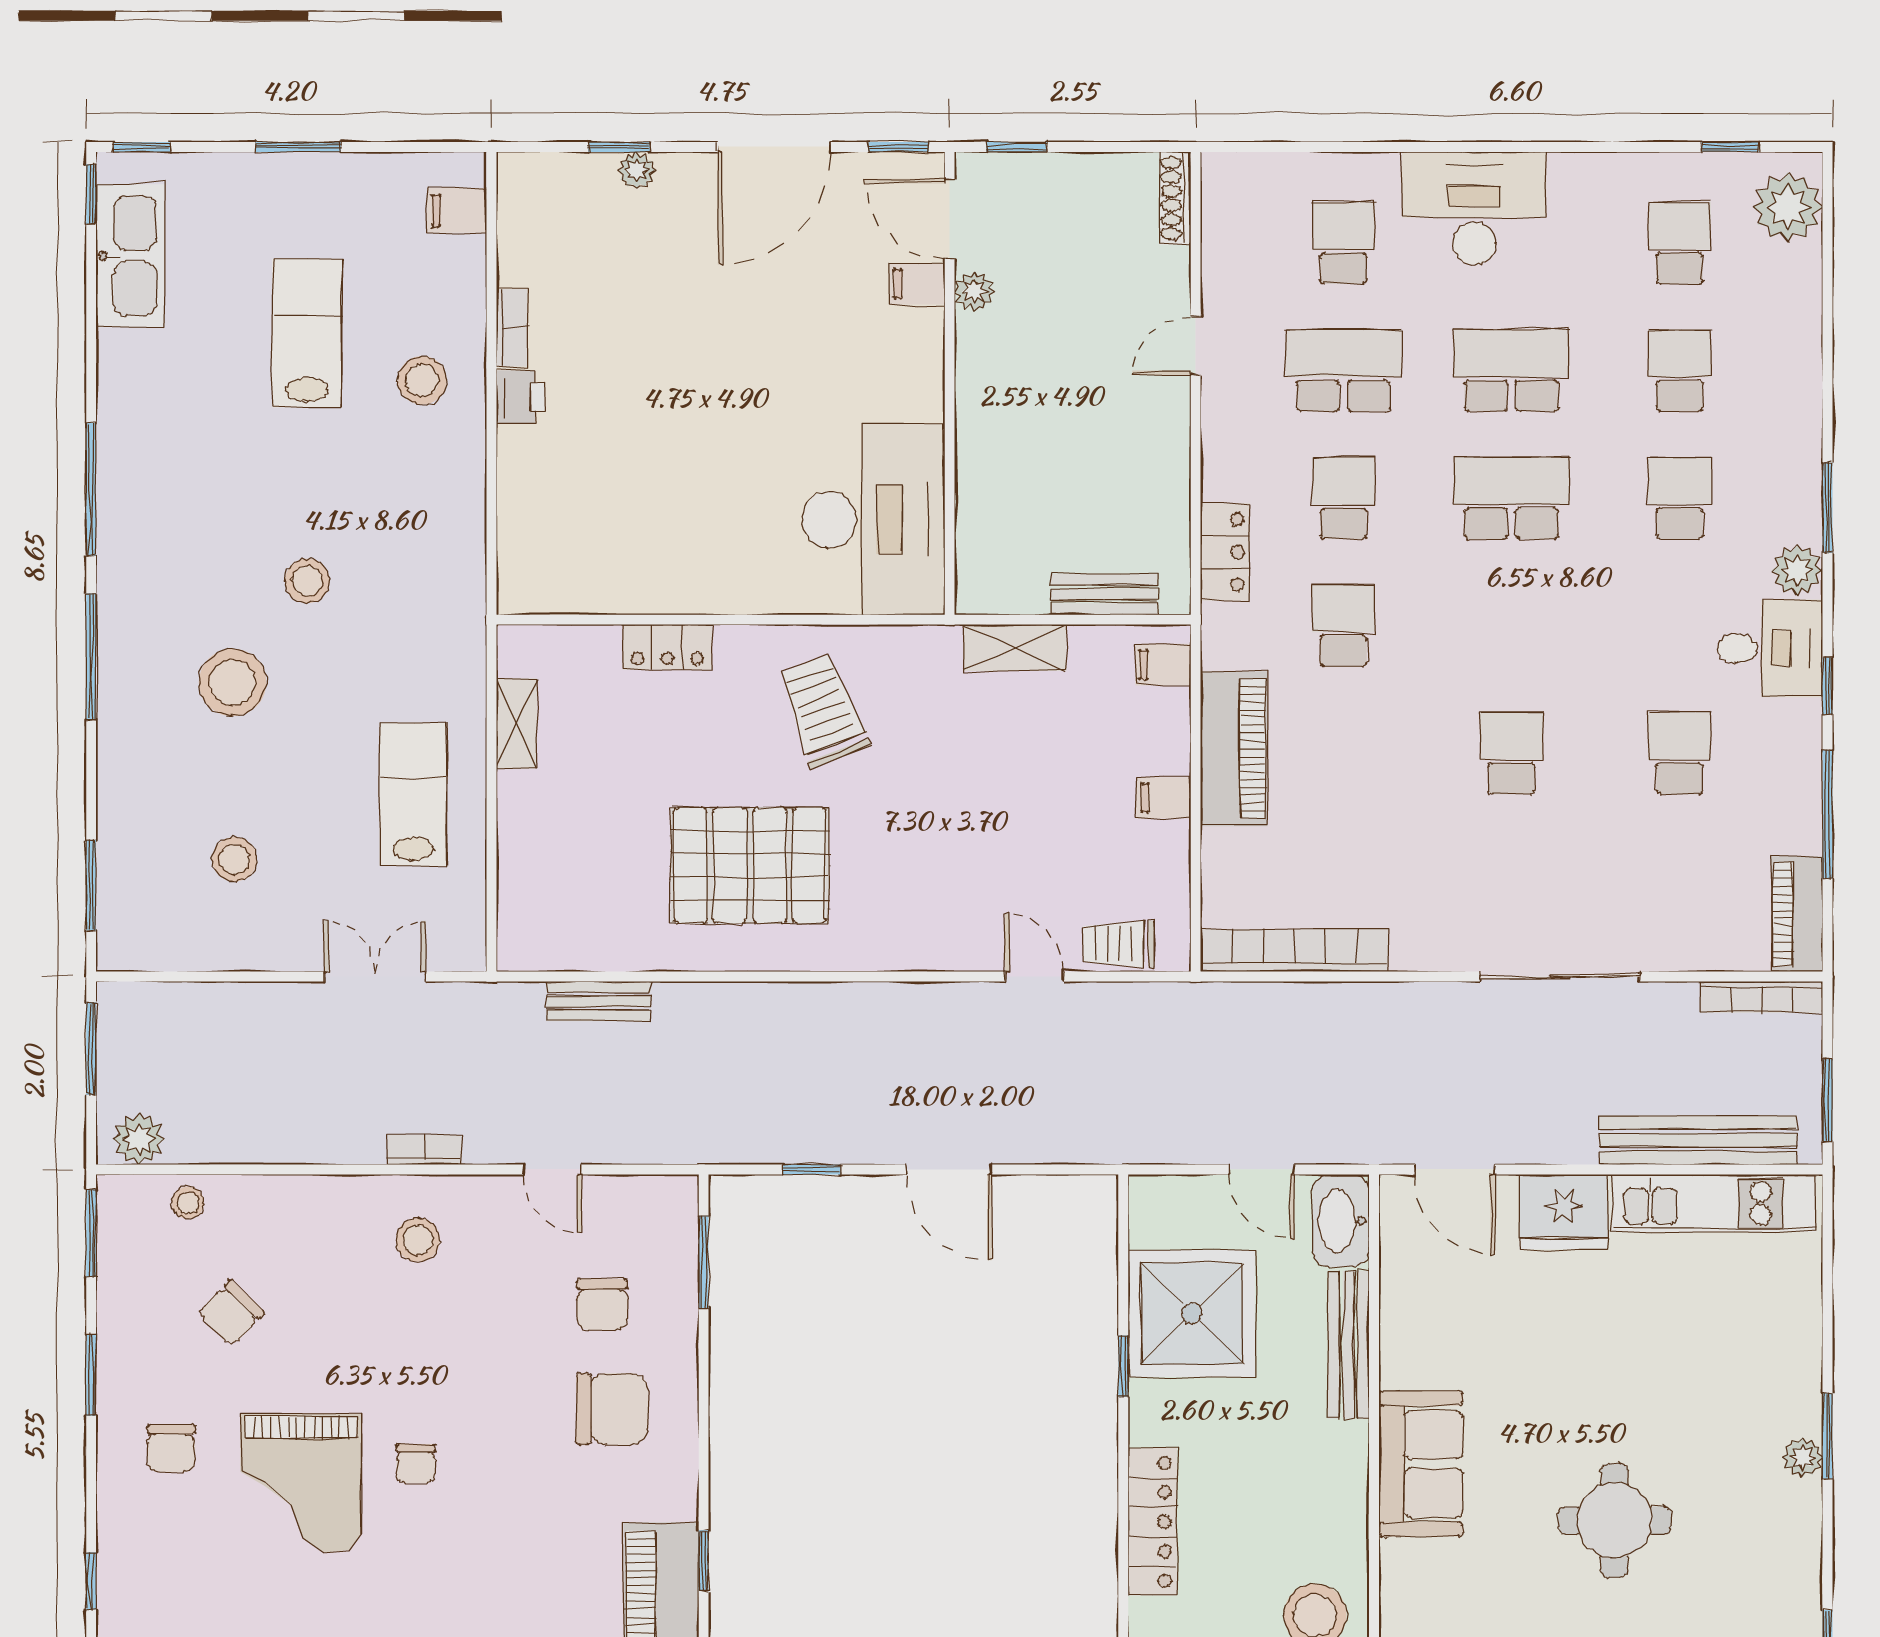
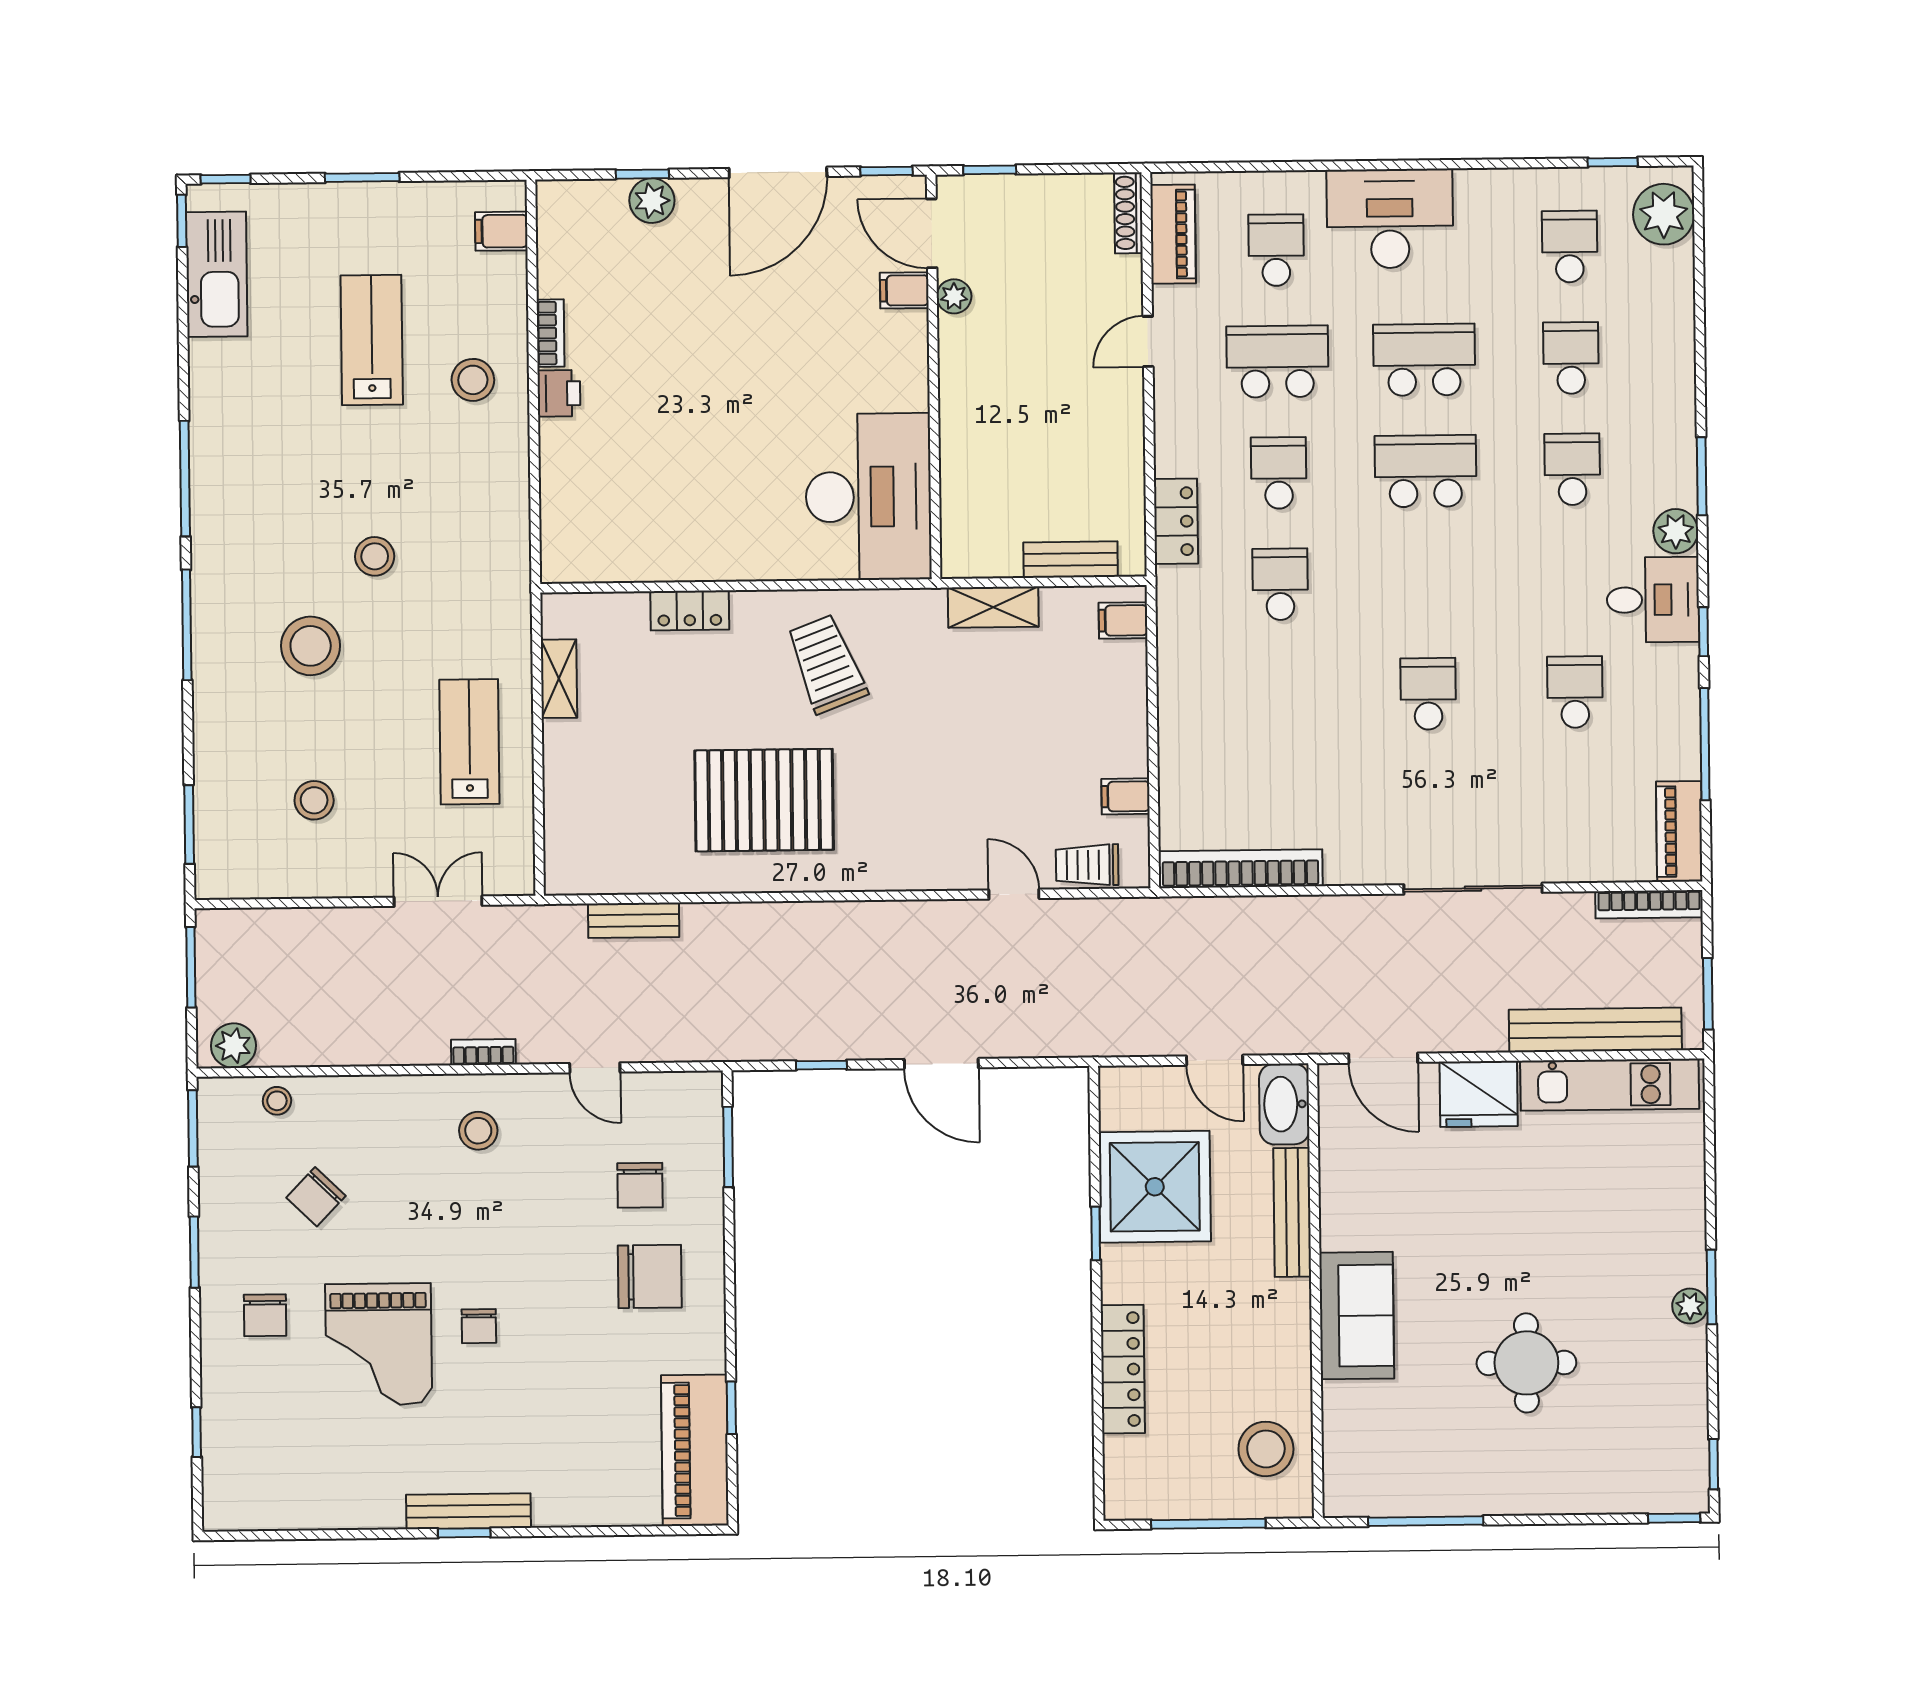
plant: (637, 170) -> (652, 201), width x1.38, depth x1.38
piano: (1234, 749) -> (1173, 234), moved, width x0.73, depth x0.75
filing cabinet: (1164, 798) -> (1126, 796), moved

